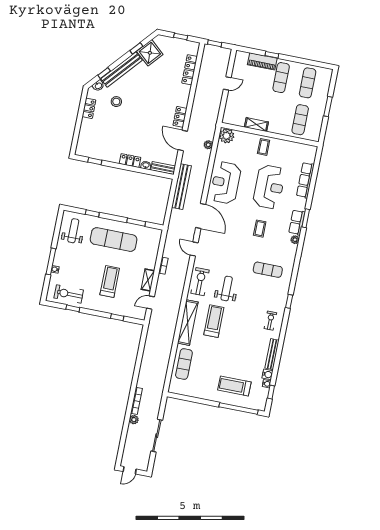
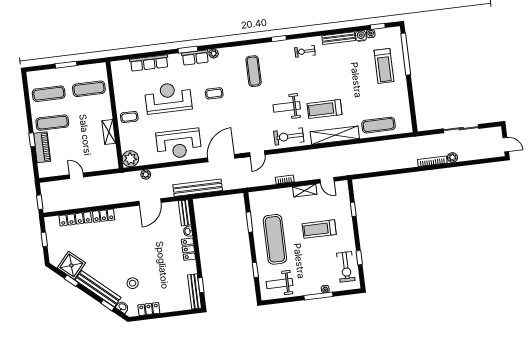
locker: (180, 117) -> (104, 216), moved
bench: (91, 154) -> (194, 291), added

